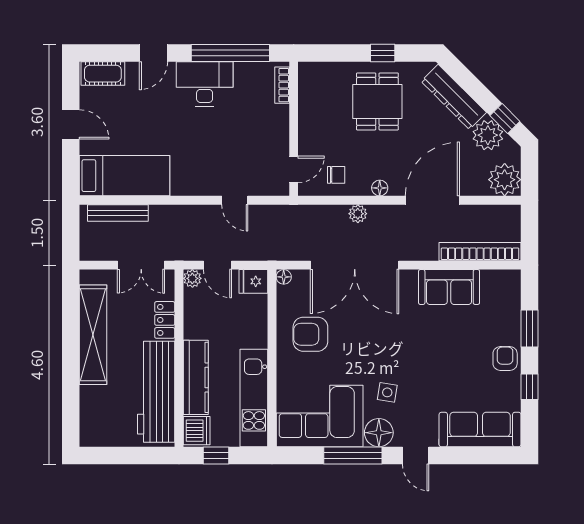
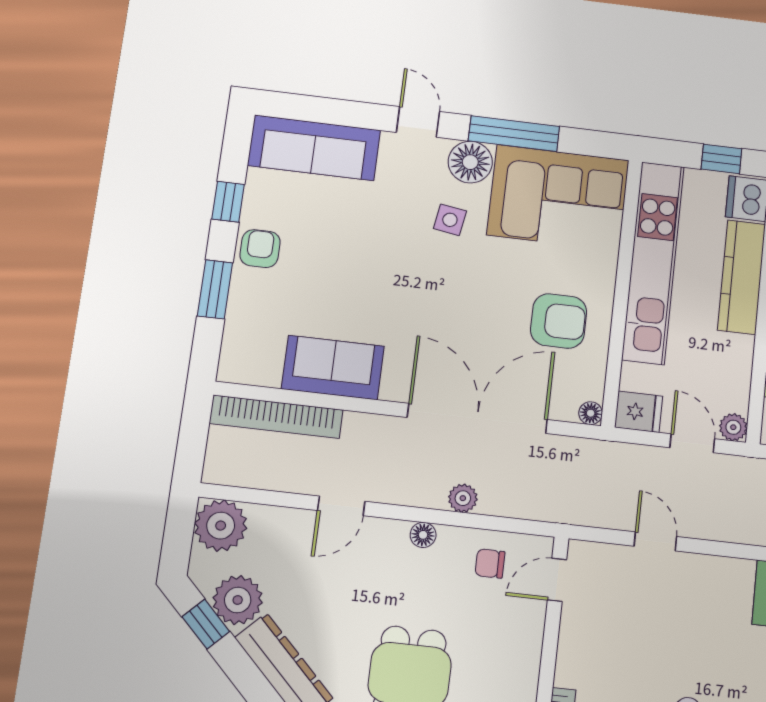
door: (432, 200) -> (341, 506), width x0.53
armchair: (505, 358) -> (260, 249), turned 180
kitchen unit: (254, 398) -> (653, 262), width x1.36

